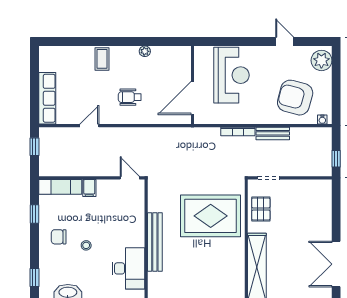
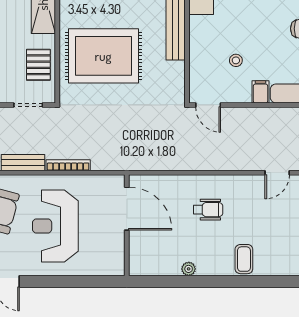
reception desk: (232, 75) -> (55, 226), moved
door: (193, 98) -> (127, 209), hinge flipped
door: (89, 126) -> (277, 173), moved
stool: (86, 245) -> (236, 60), moved

